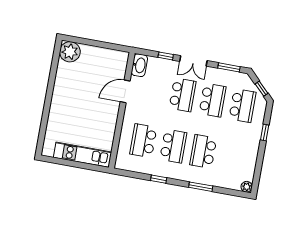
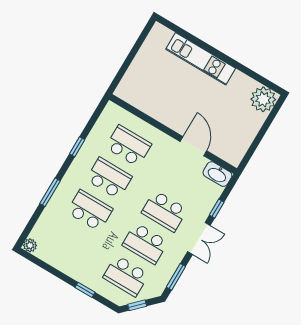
double door: (193, 61) -> (199, 238), swing flipped
school desk: (173, 146) -> (109, 178), turned 180
kitchen unit: (82, 155) -> (201, 59), moved, turned 90

